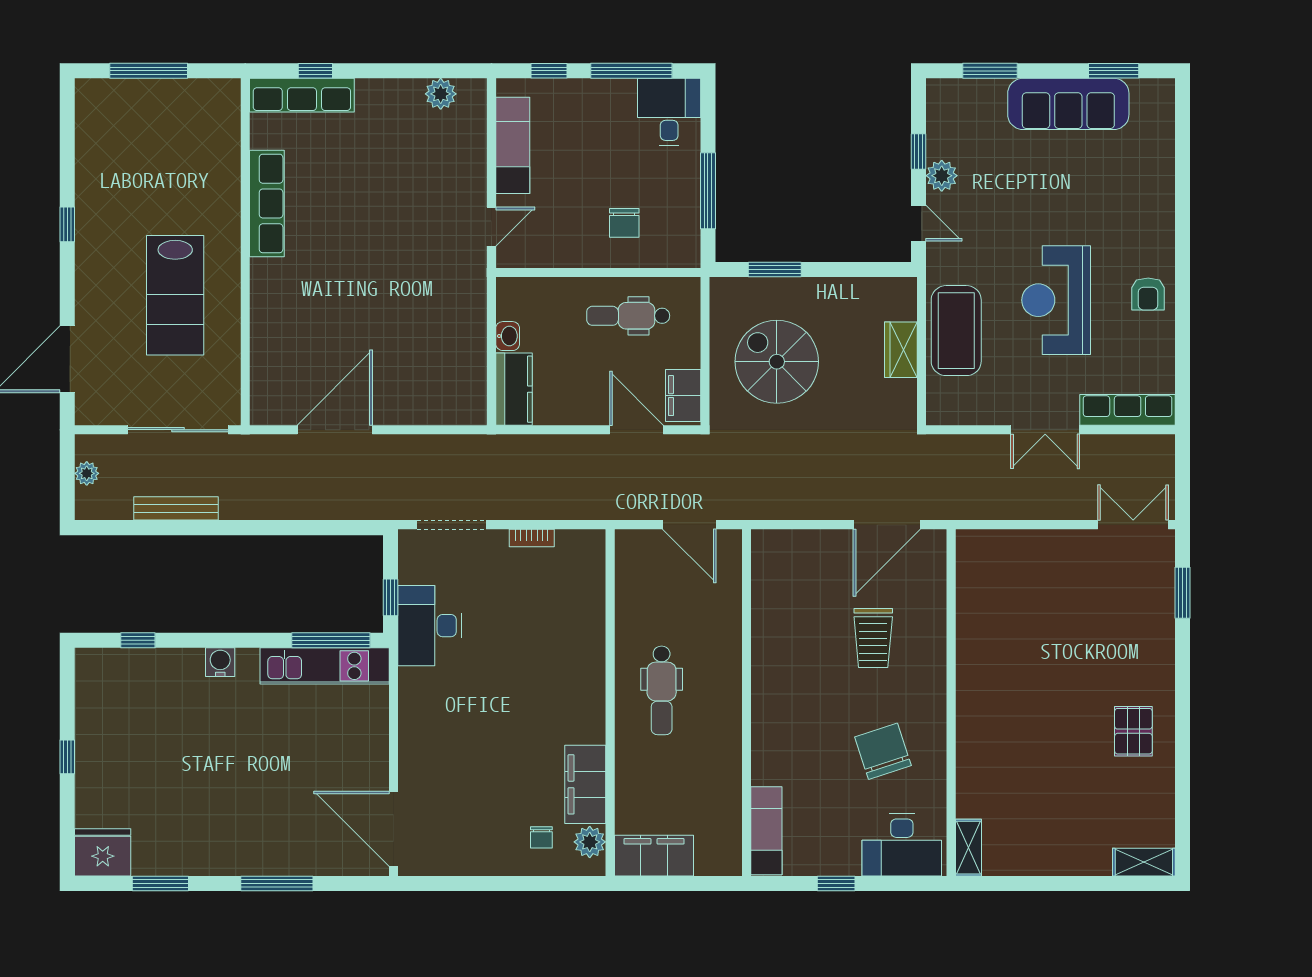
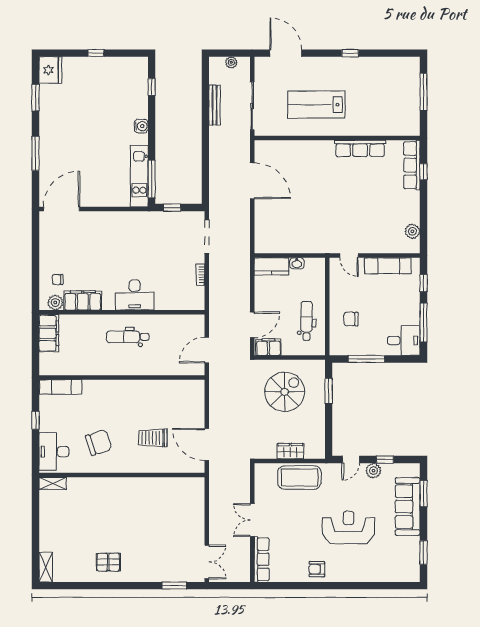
sofa: (1068, 104) -> (408, 507), moved
reception desk: (1056, 300) -> (348, 527), moved
desk: (430, 626) -> (135, 295), moved, turned 180

